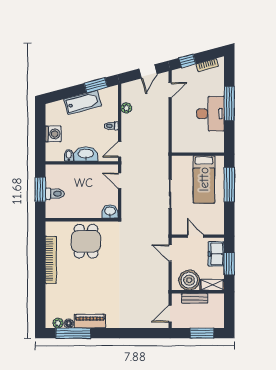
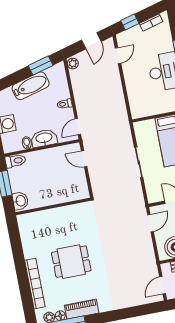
plant: (126, 108) -> (73, 64), moved
toilet: (55, 194) -> (15, 161), moved
washbasin: (110, 211) -> (20, 201), moved, turned 90
dining table: (86, 241) -> (71, 262), moved, turned 90
door: (170, 253) -> (151, 223), swing flipped
bookcase: (51, 260) -> (35, 284), moved

